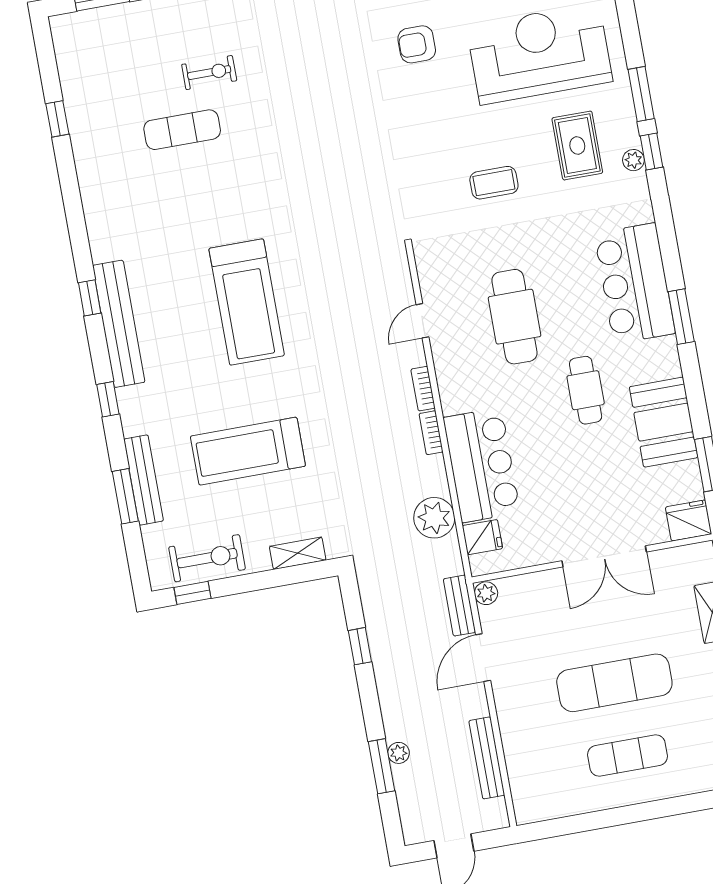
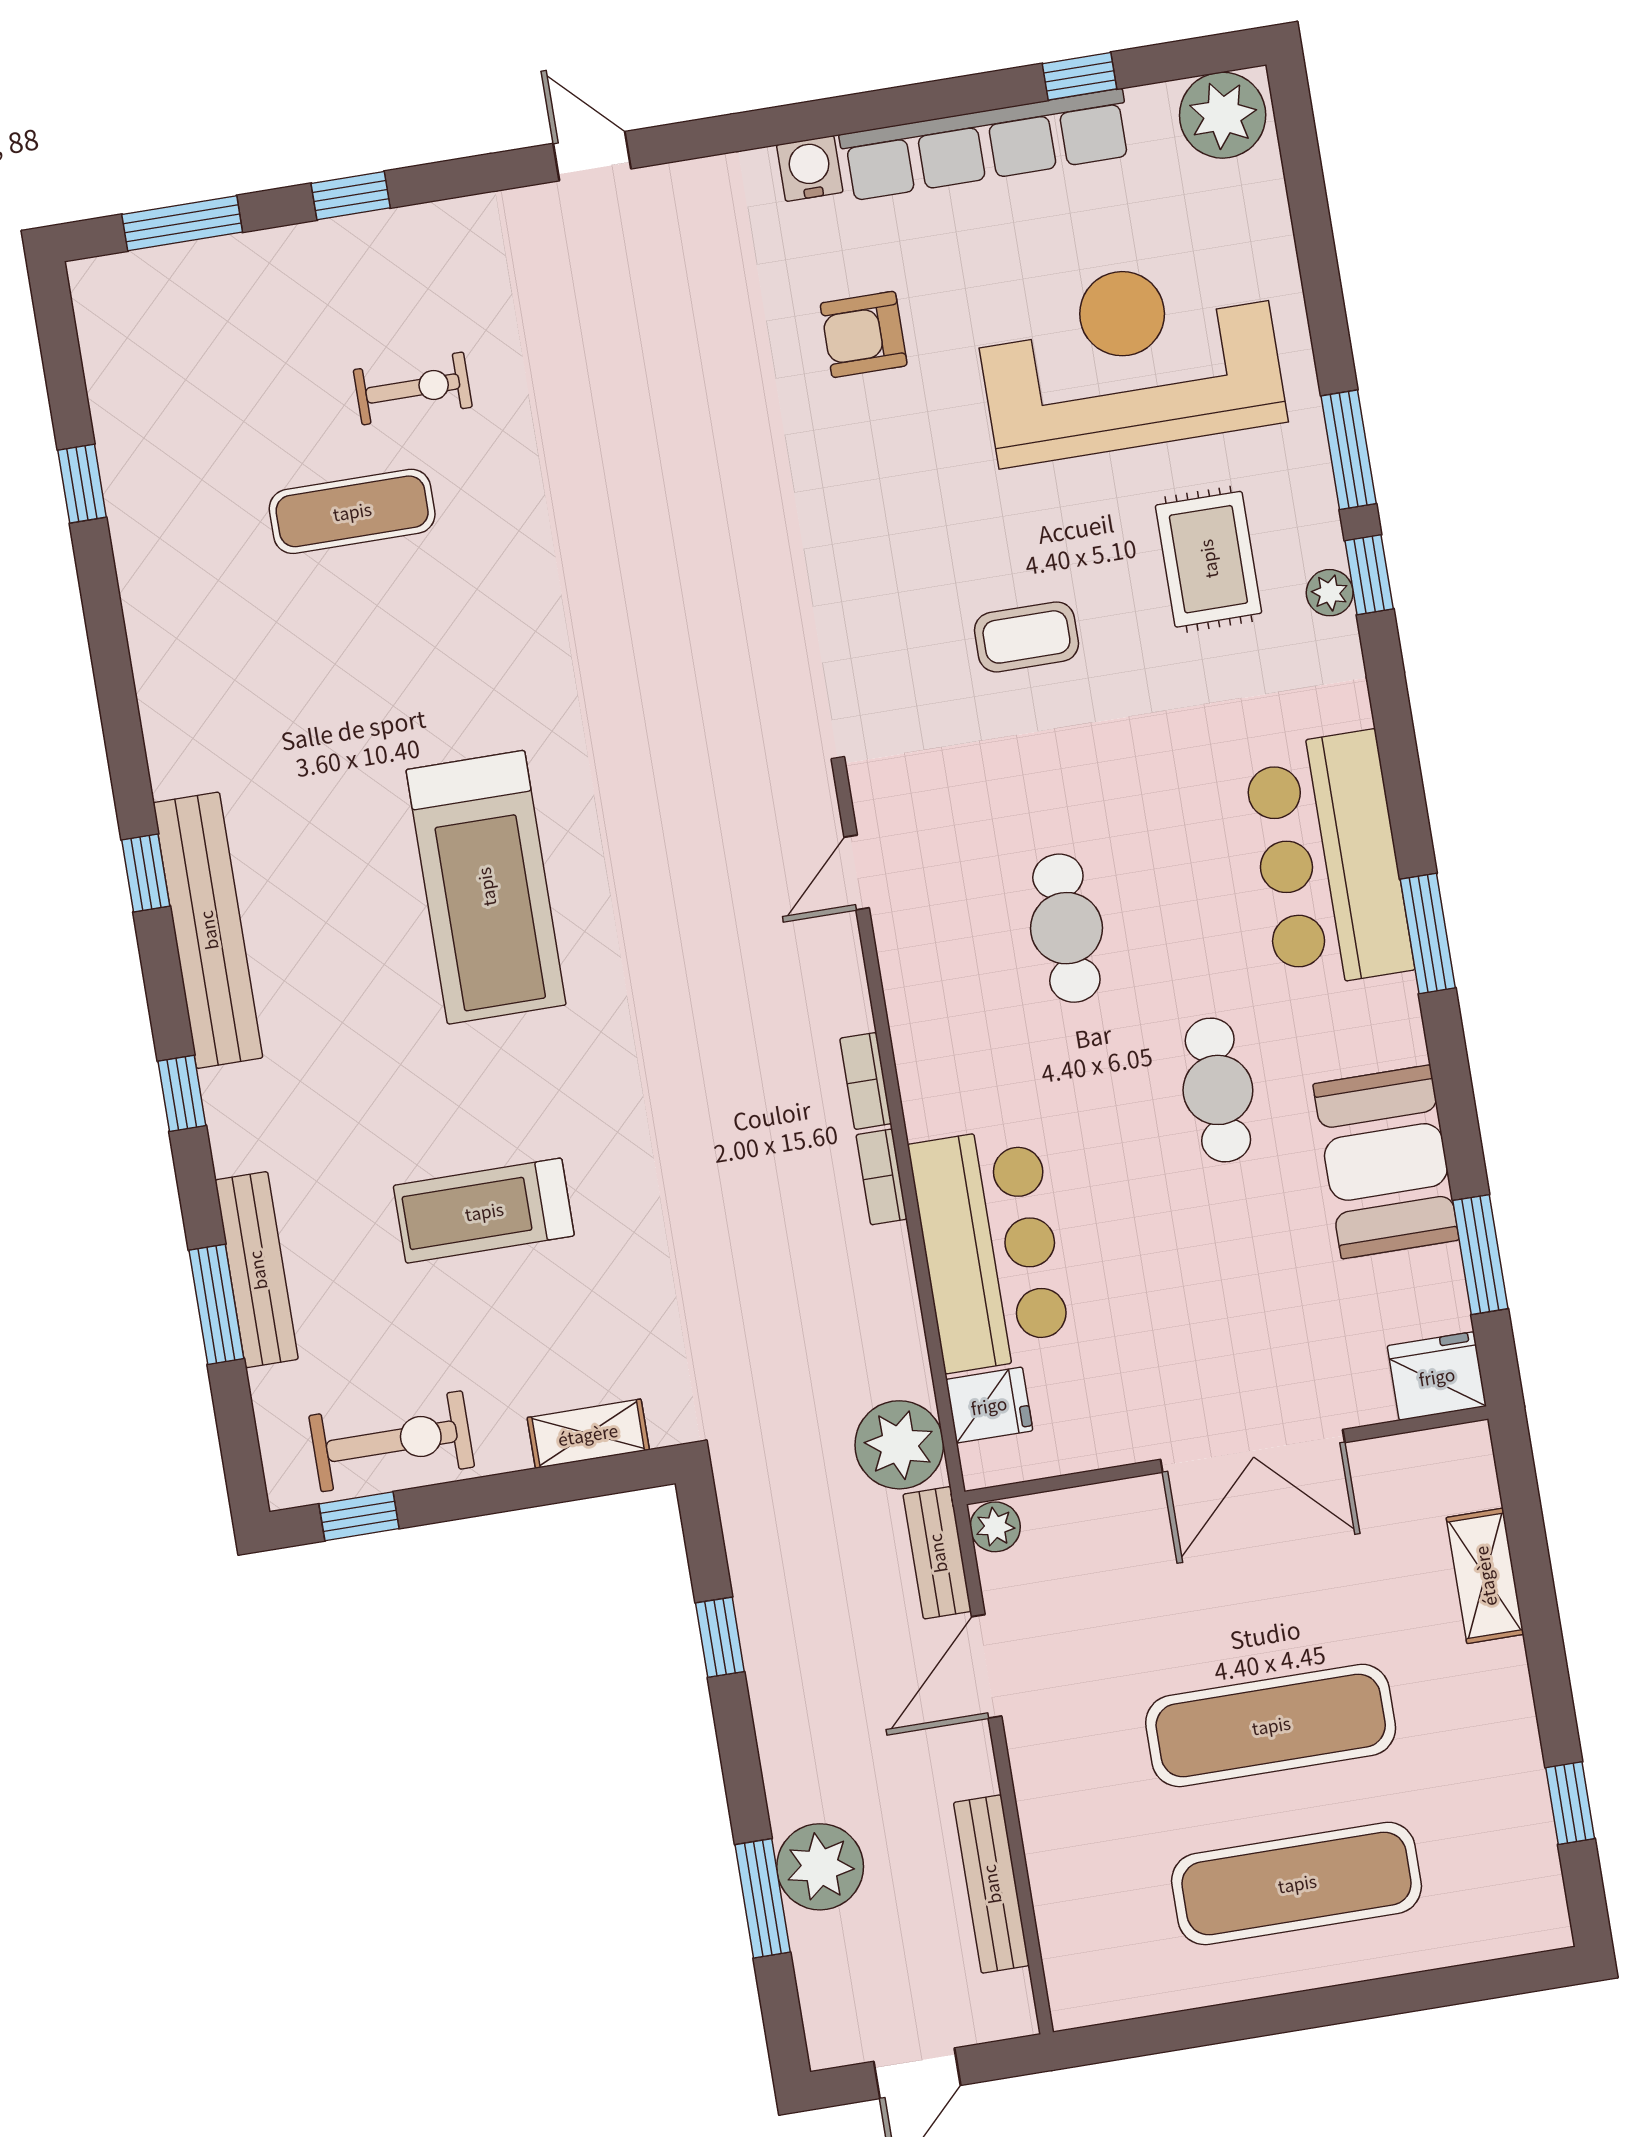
cafe table: (515, 317) -> (1066, 928), width x0.73, depth x0.74
door: (422, 321) -> (857, 873), moved
treadmill: (248, 451) -> (484, 1211), width x0.73, depth x0.73
plant: (434, 518) -> (899, 1445), moved
plant: (399, 753) -> (820, 1867), width x1.87, depth x1.87
exercise mat: (628, 755) -> (1297, 1883), width x1.36, depth x1.45

